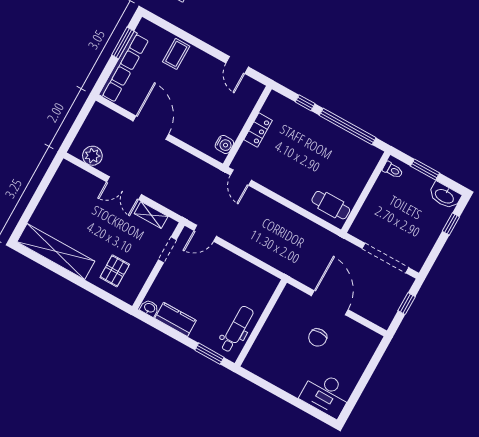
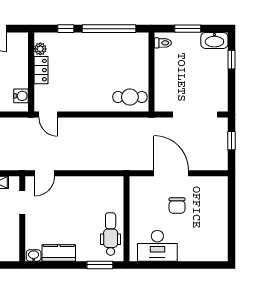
plant: (269, 109) -> (40, 49), added
desk: (326, 394) -> (157, 246), moved

